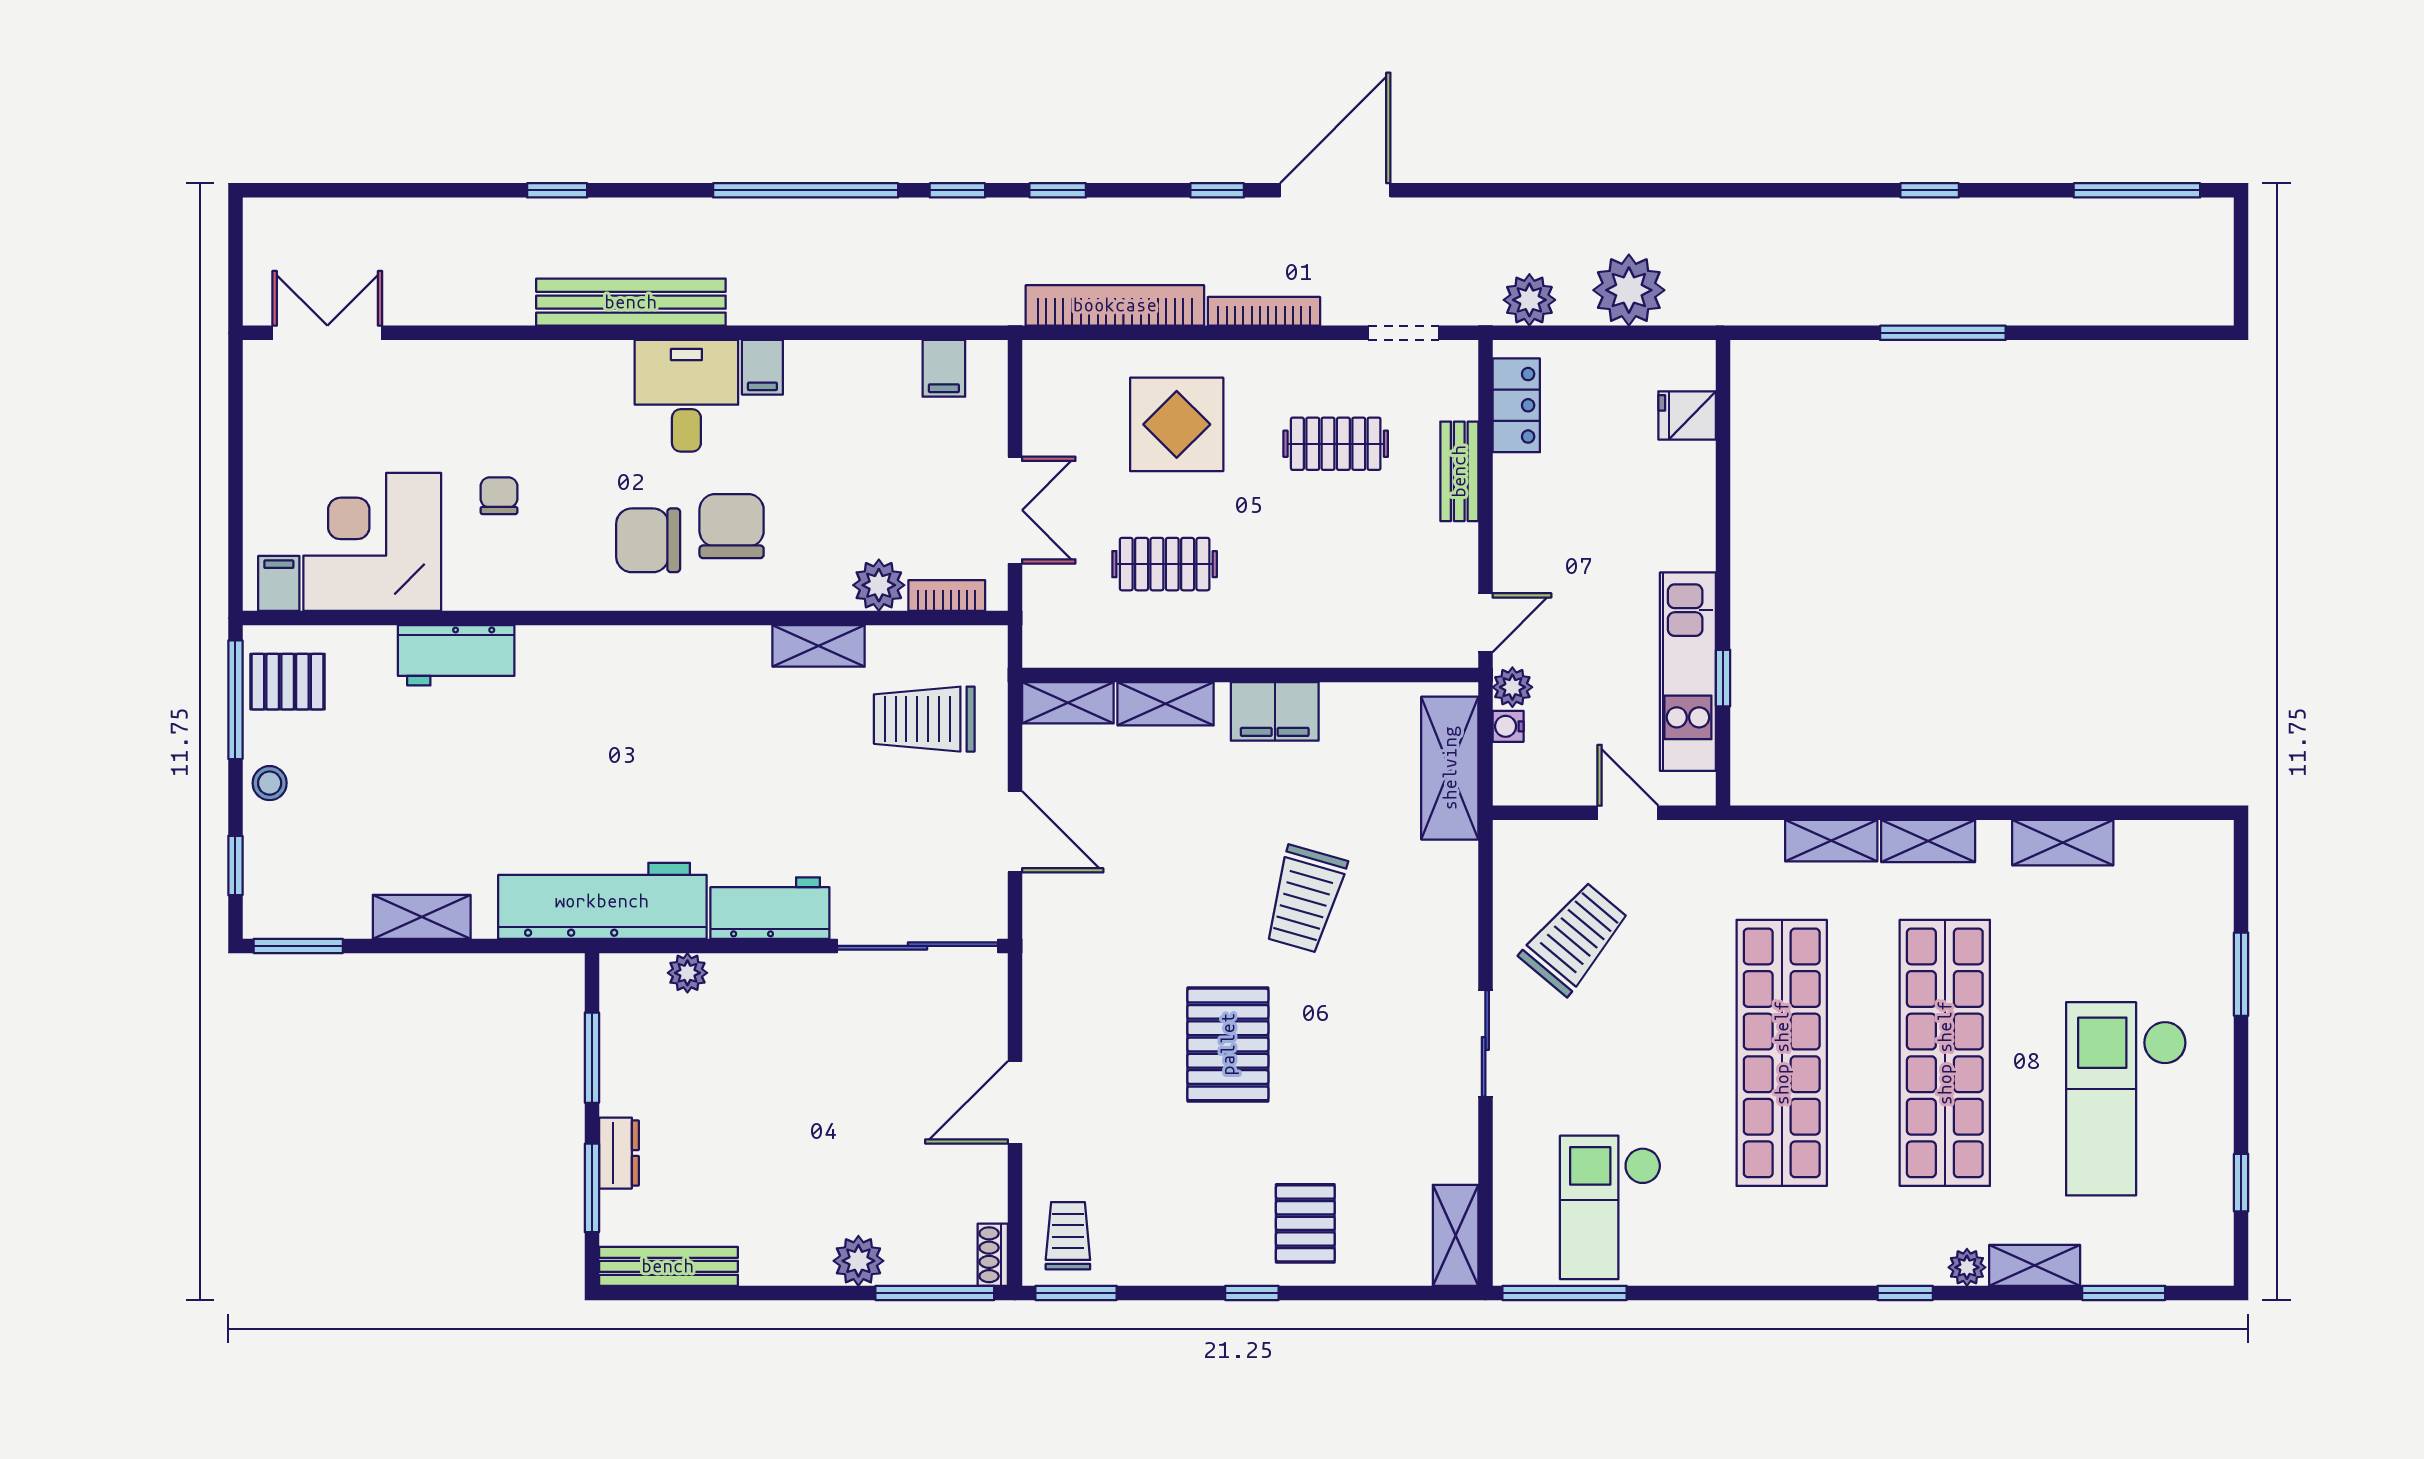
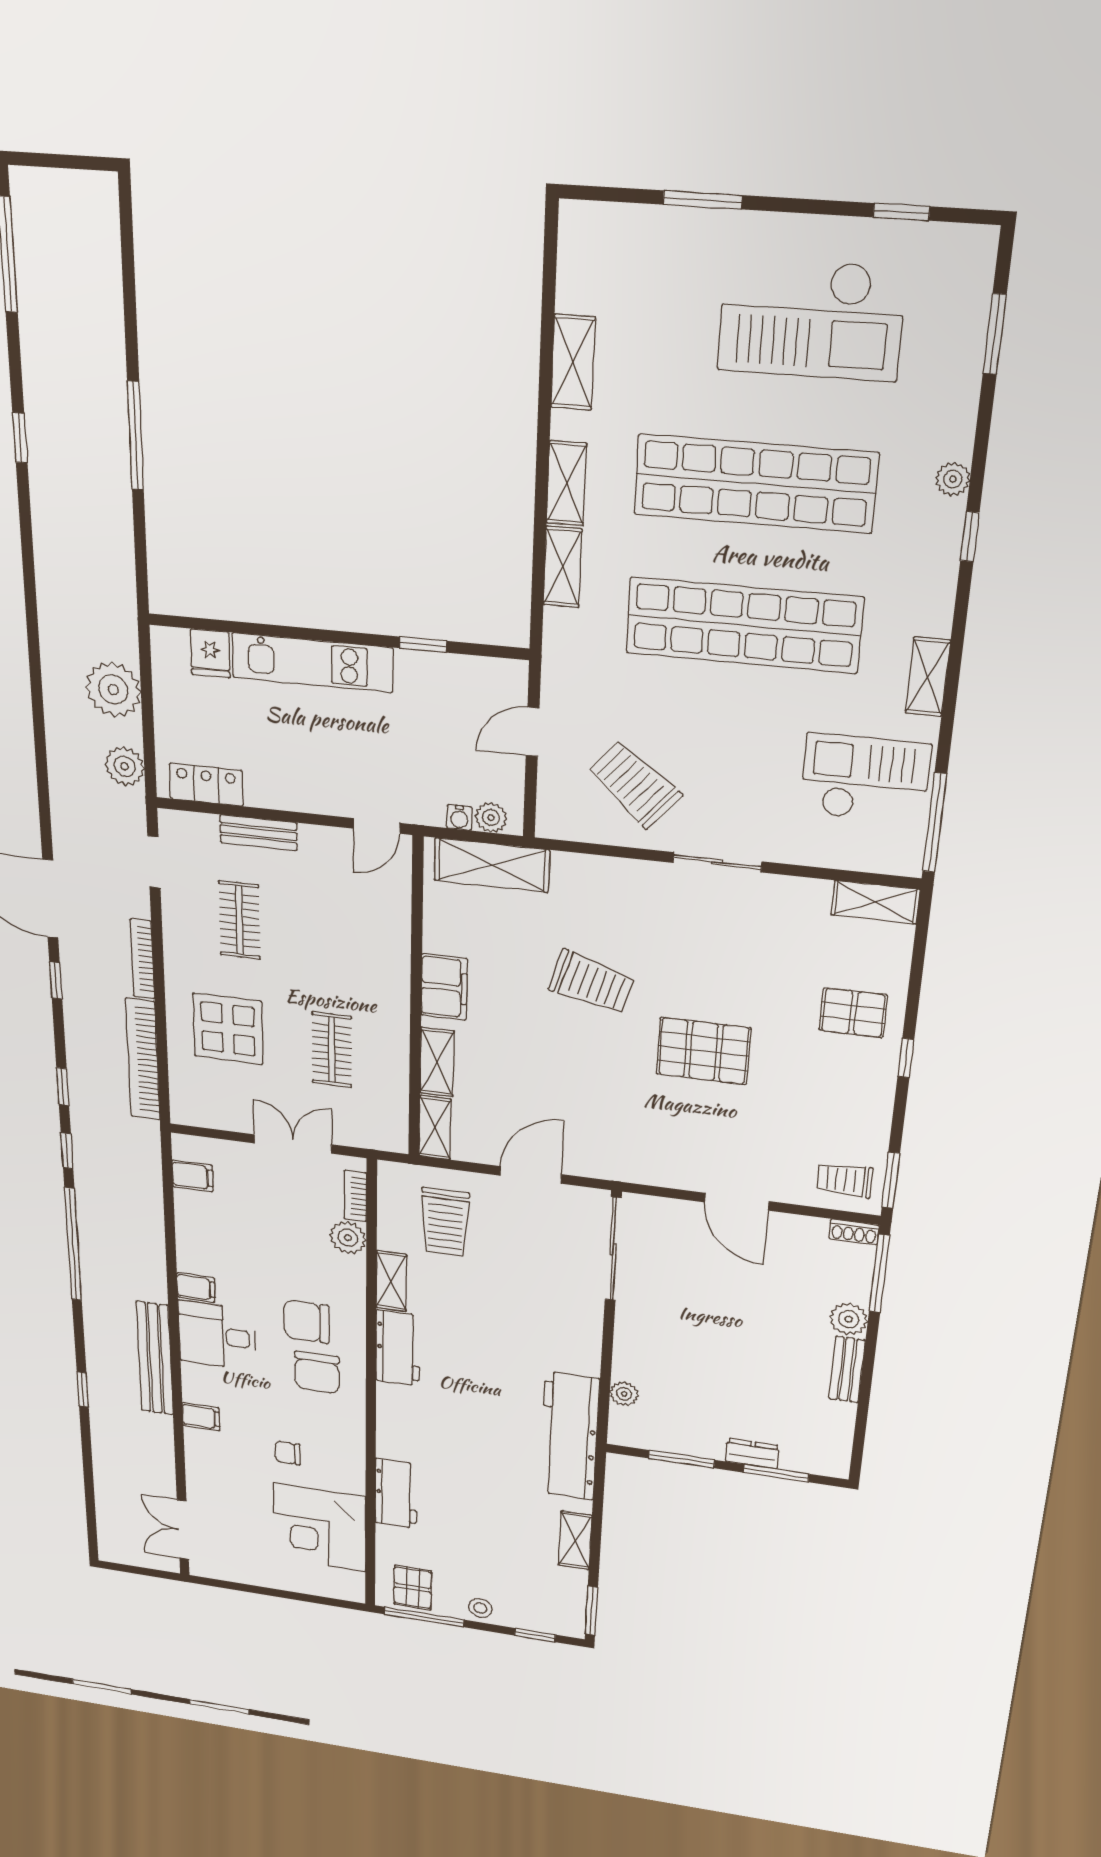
filing cabinet: (279, 583) -> (201, 1417), moved, turned 180
door: (1485, 623) -> (377, 826), swing flipped
kitchen unit: (1688, 672) -> (312, 662), moved
plant: (1512, 687) -> (491, 818), moved
workbench: (770, 908) -> (398, 1348), moved, turned 180
checkout: (1610, 1207) -> (865, 779), turned 180
shelving: (2035, 1265) -> (928, 677), moved
bench: (668, 1266) -> (847, 1369), moved, width x0.73

